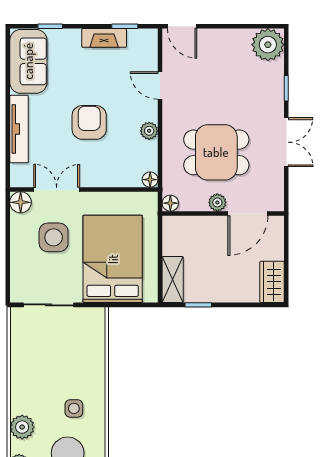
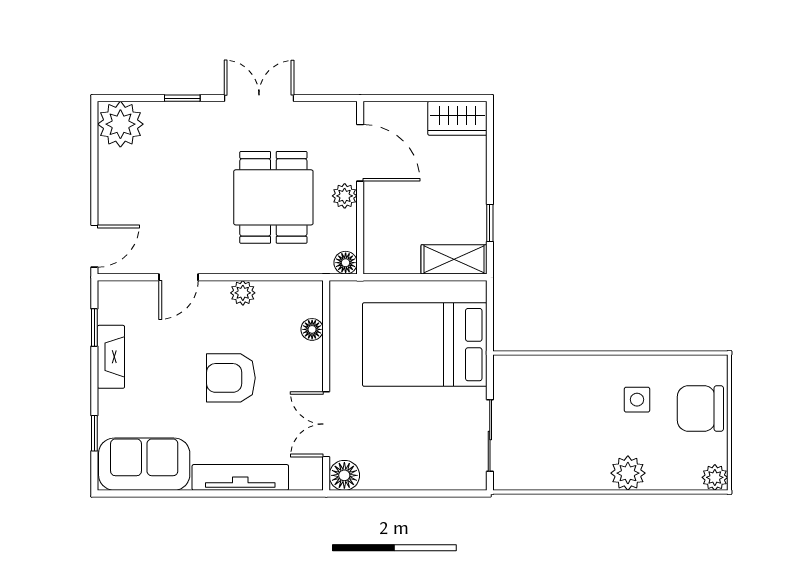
floor lamp: (150, 180) -> (312, 329), moved
side table: (54, 237) -> (394, 428), removed
plant: (22, 427) -> (628, 473), moved

